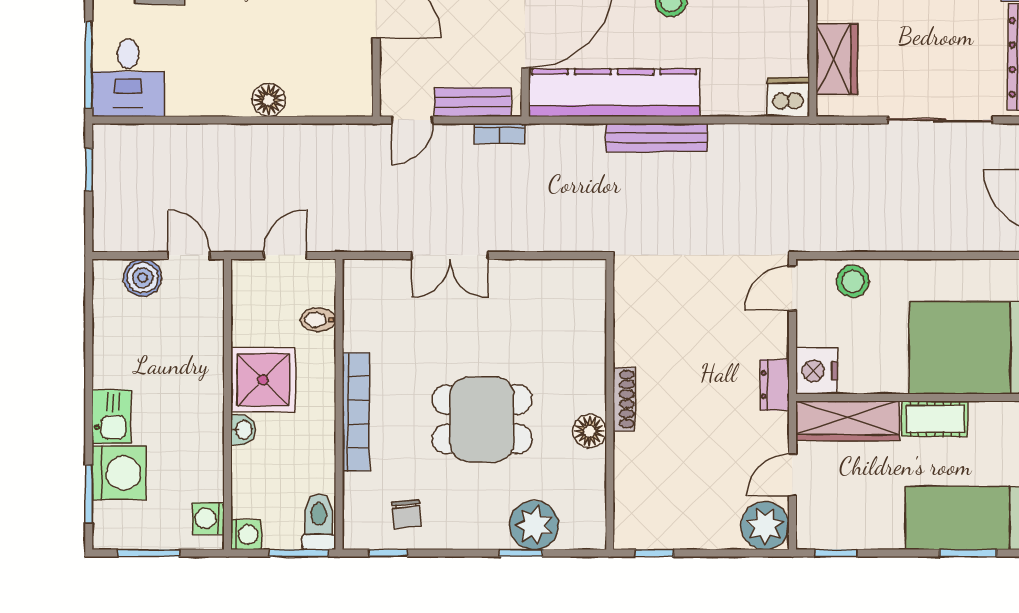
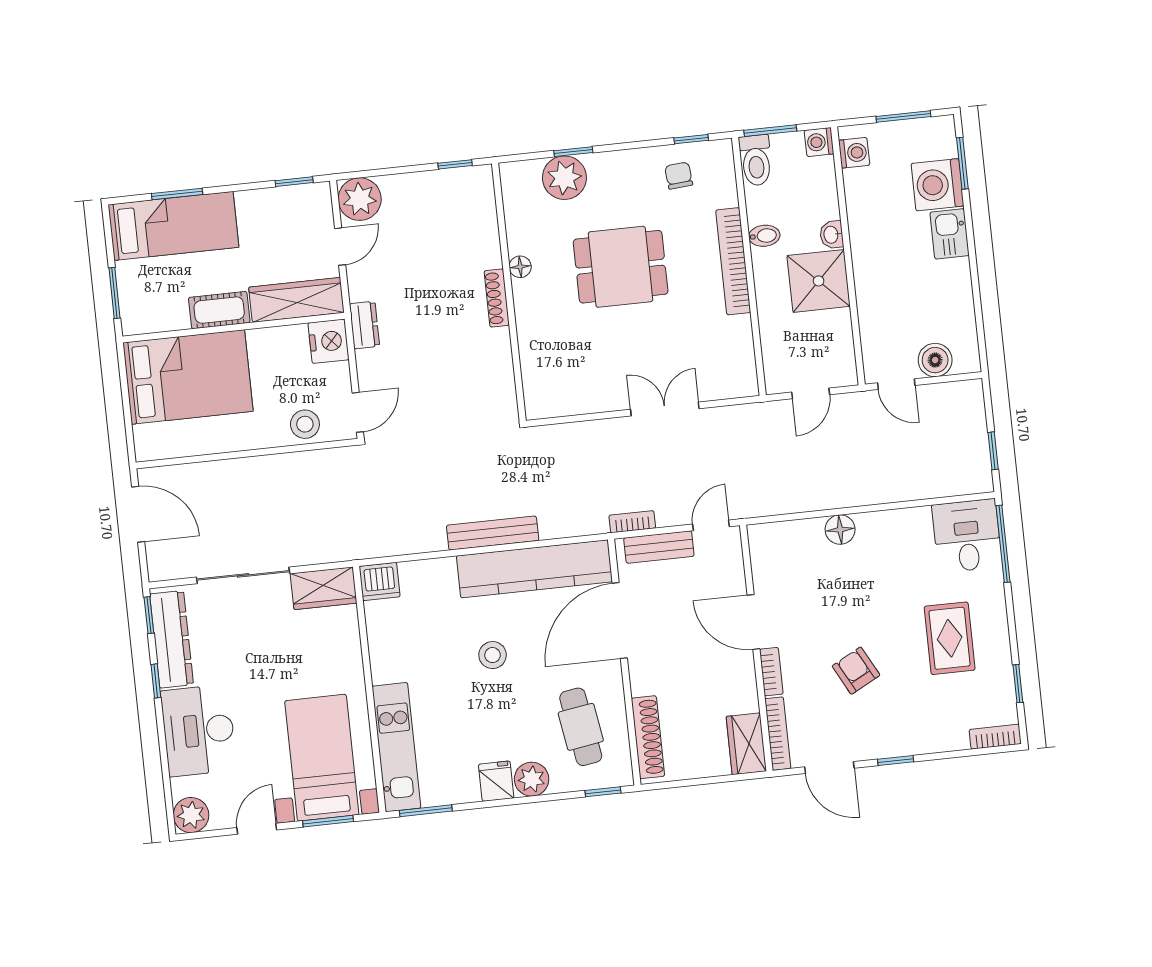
wardrobe: (837, 59) -> (324, 588), moved, turned -90
bidet: (318, 320) -> (764, 236), moved
floor lamp: (590, 431) -> (520, 267), width x0.73, depth x0.73

